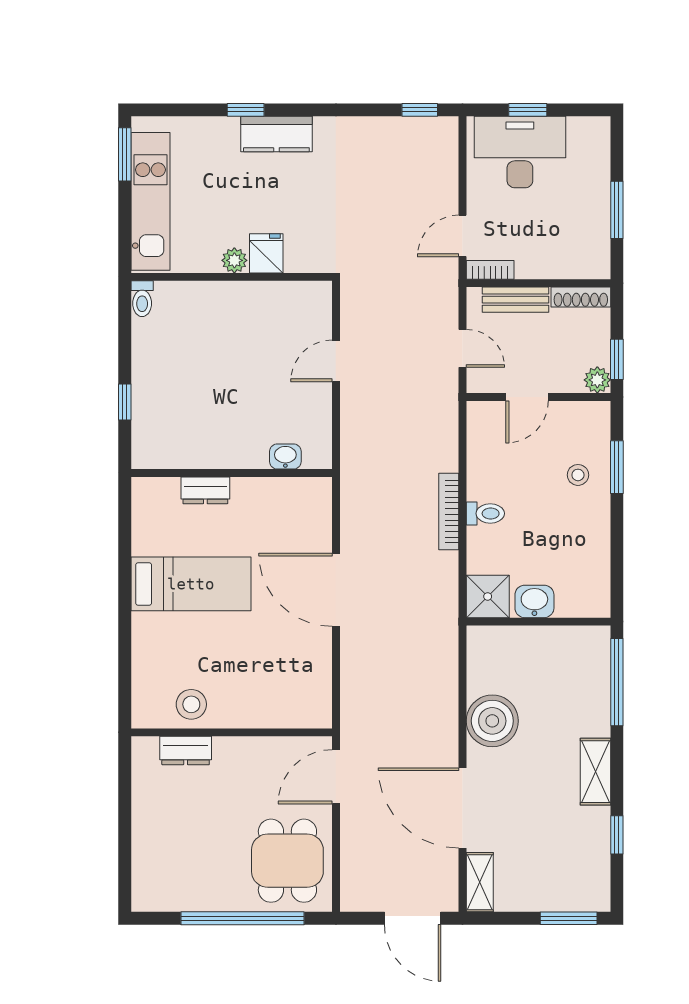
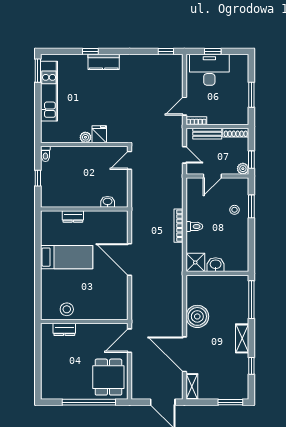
fridge: (266, 253) -> (99, 134), moved
plant: (234, 260) -> (85, 137), moved
wall: (232, 277) -> (84, 144), moved
toilet: (142, 299) -> (45, 154), moved

